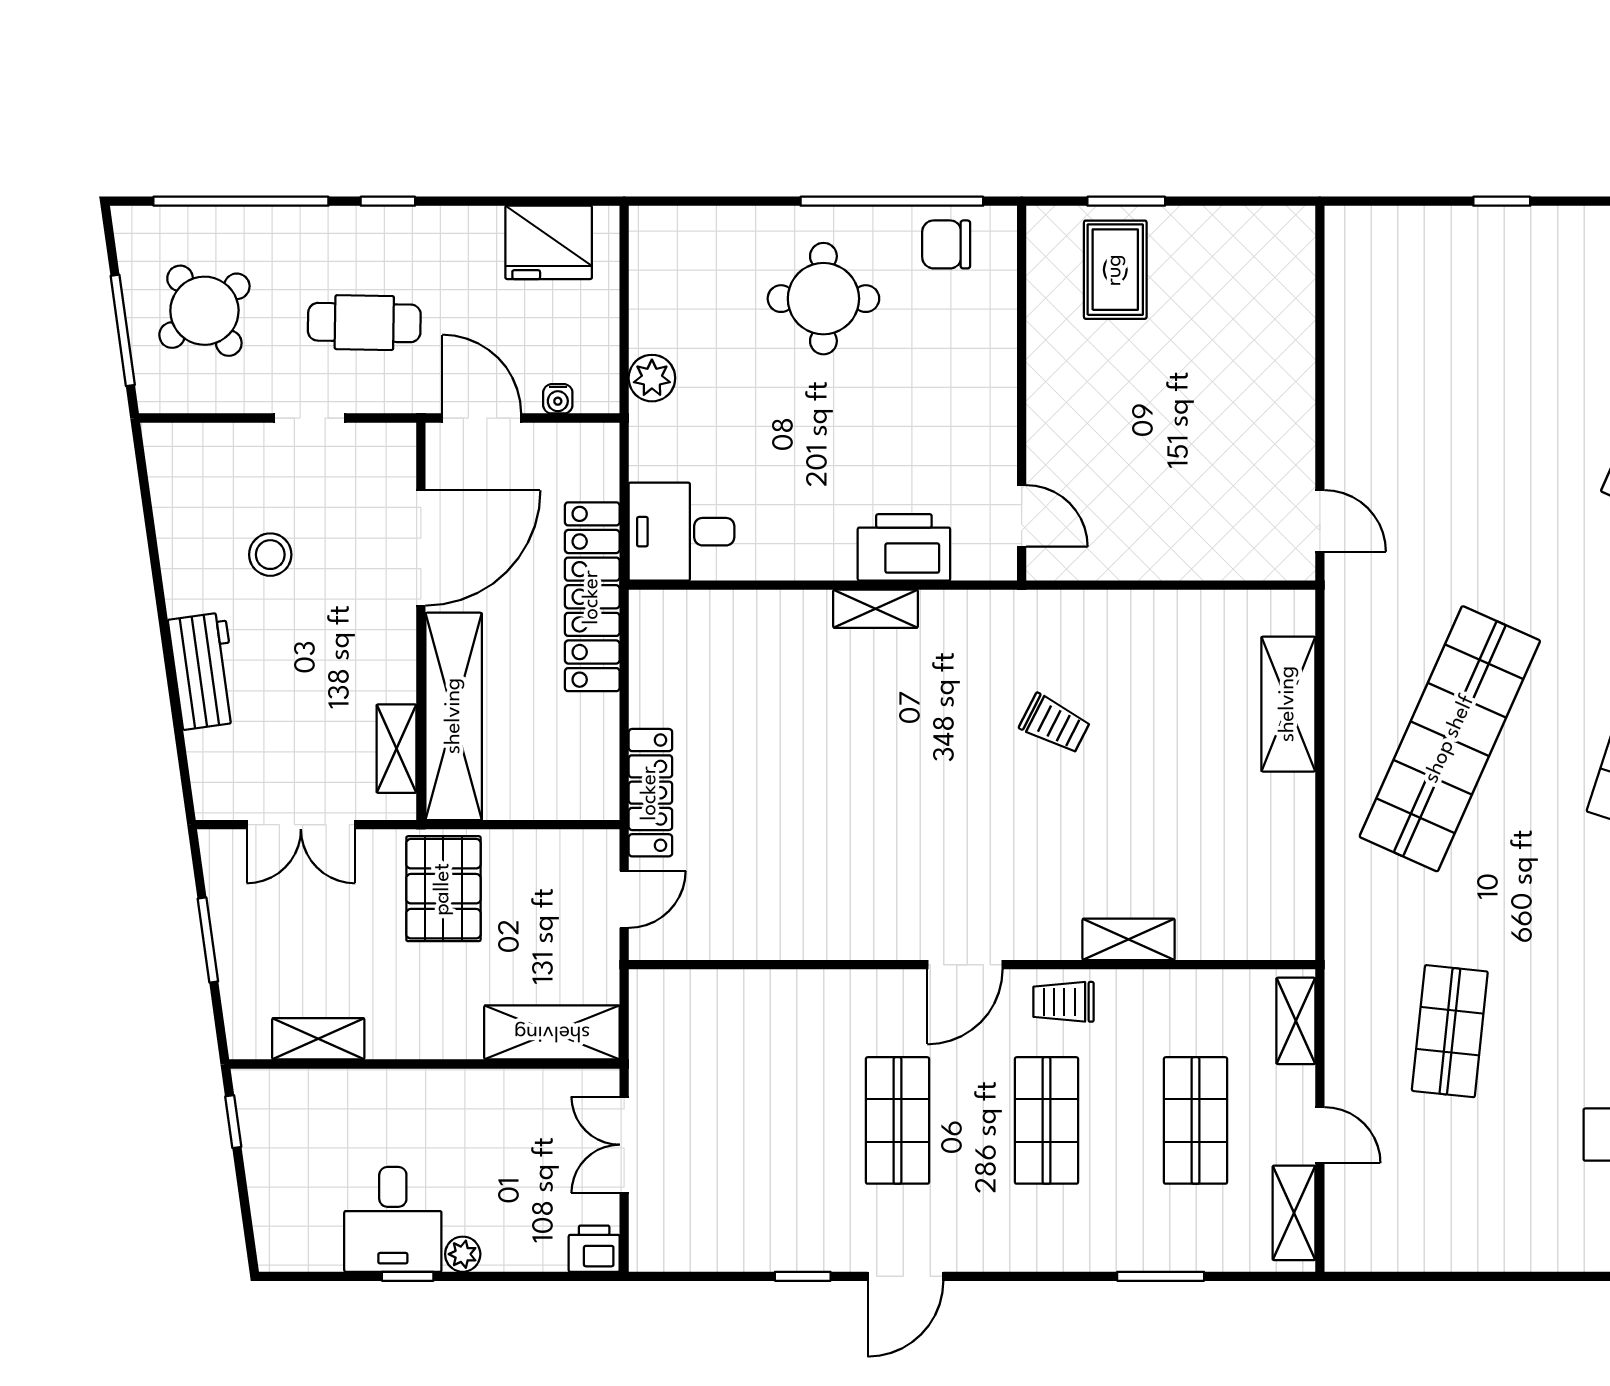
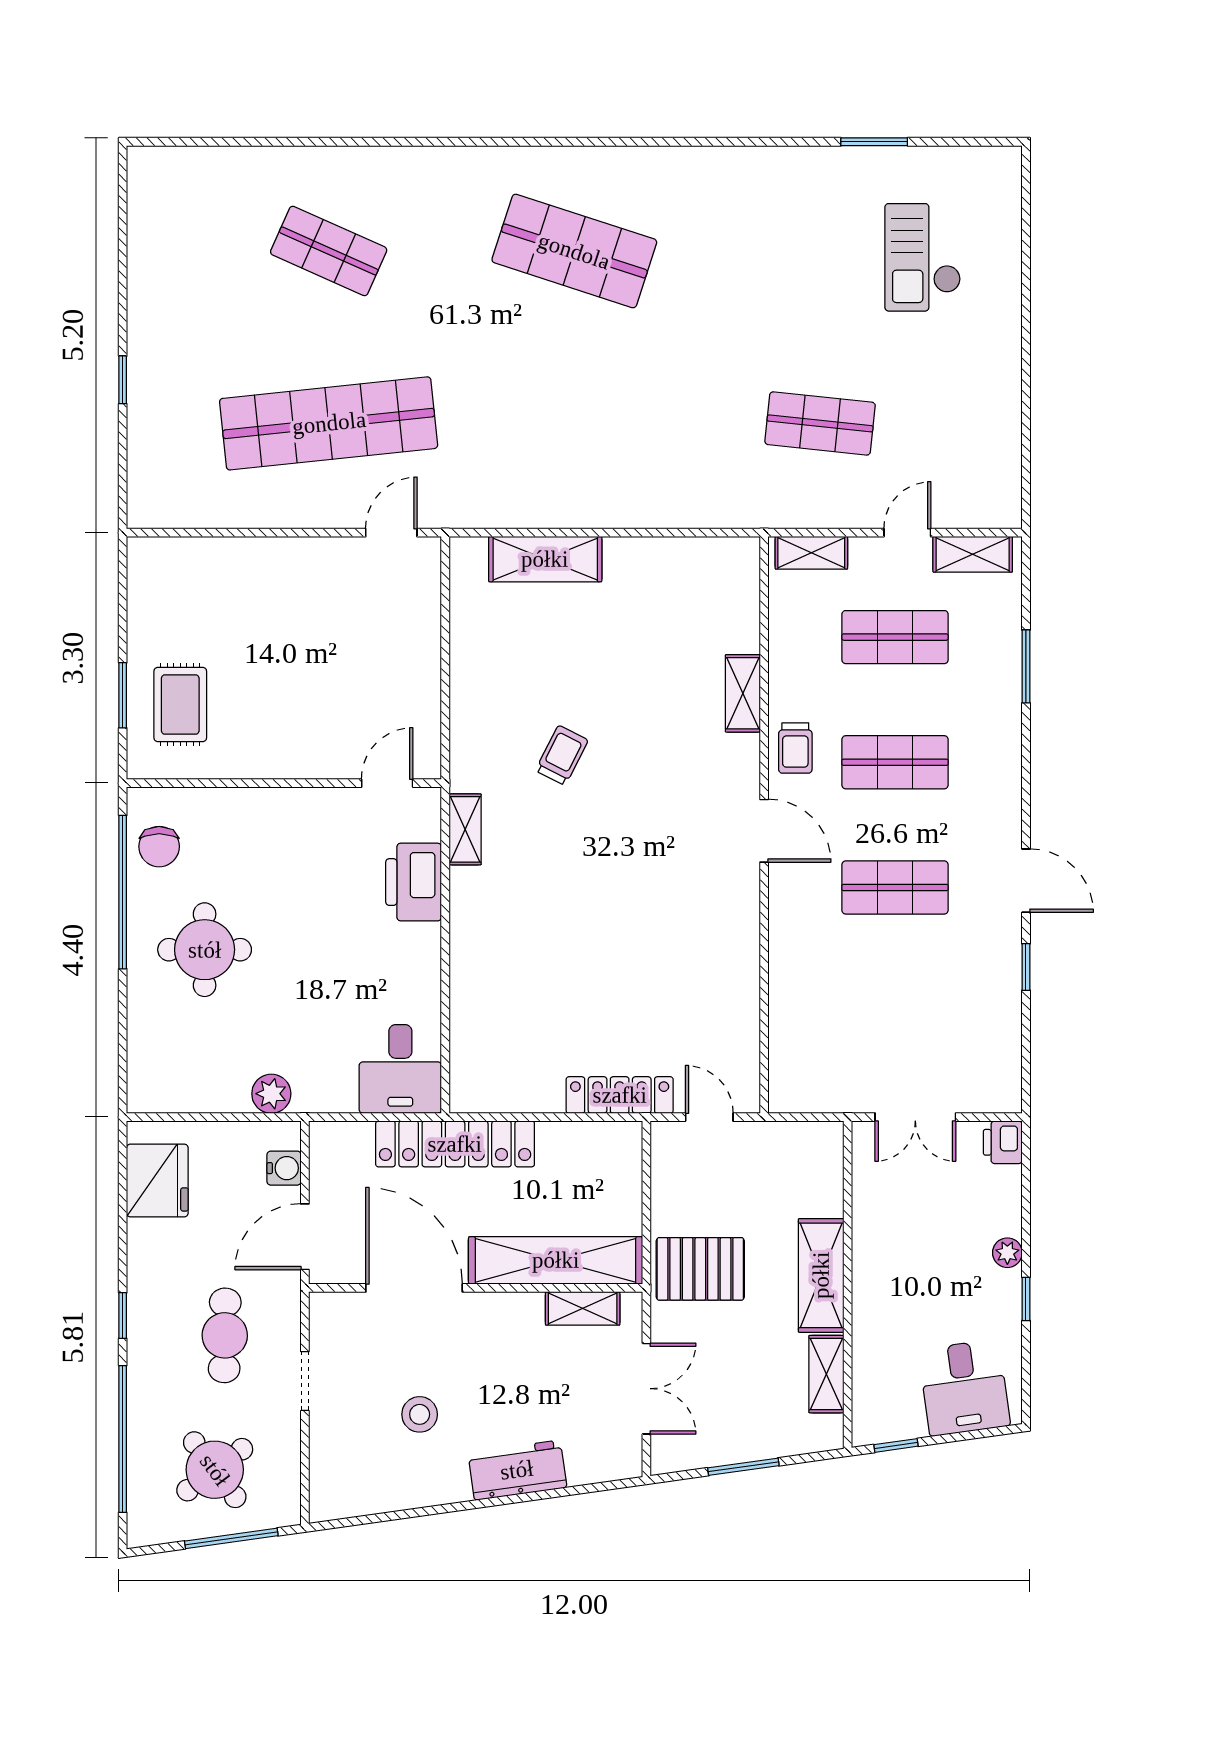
rug: (1115, 270) -> (180, 705), turned 90
water cooler: (558, 399) -> (284, 1168), width x1.38, depth x1.38
shelving: (876, 609) -> (465, 829), moved
shop shelf: (1450, 739) -> (329, 423), moved, turned -30
shelving: (552, 1032) -> (821, 1275), moved
desk: (393, 1219) -> (964, 1388), moved, turned 82

